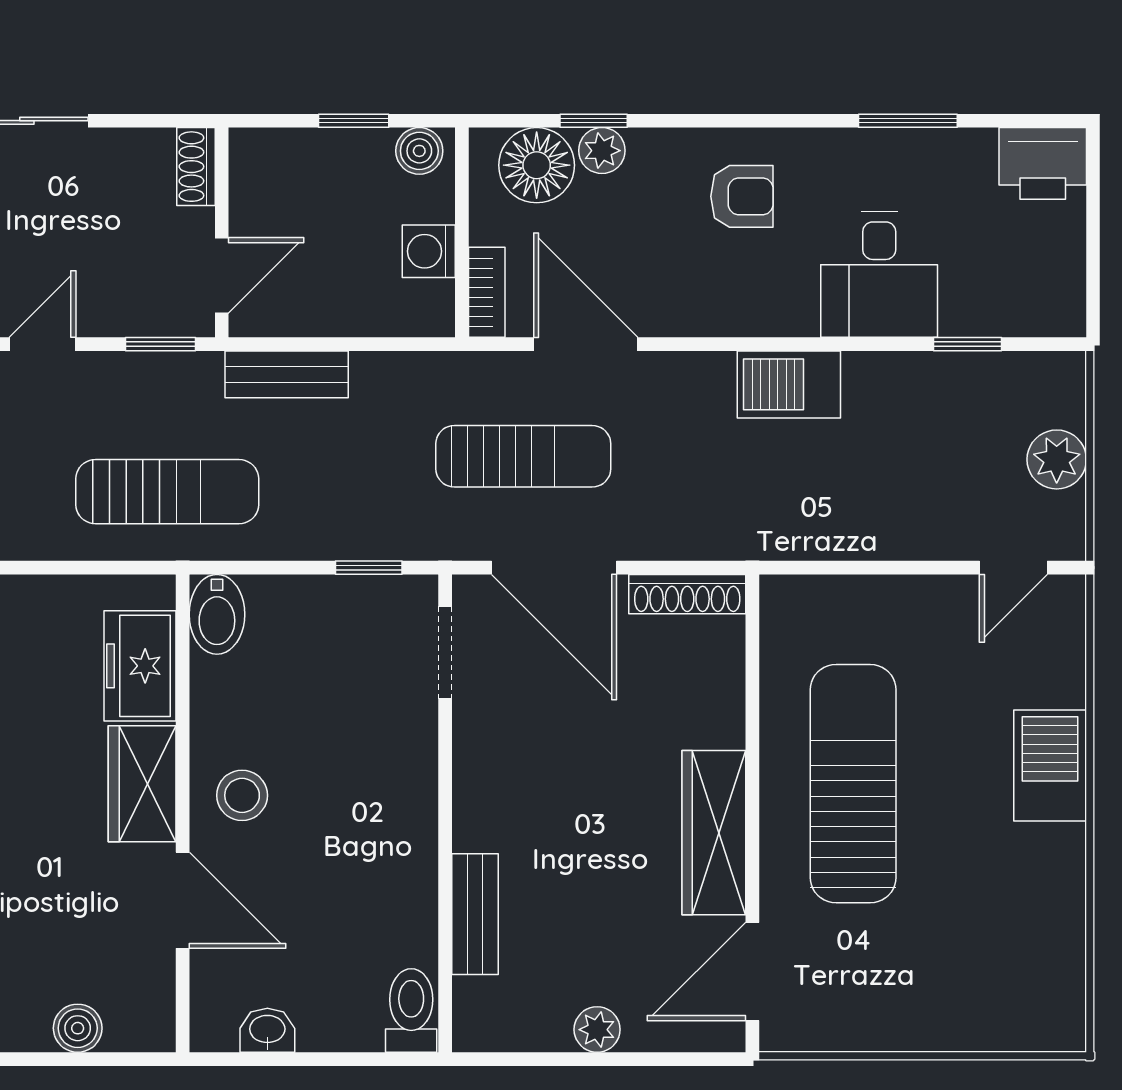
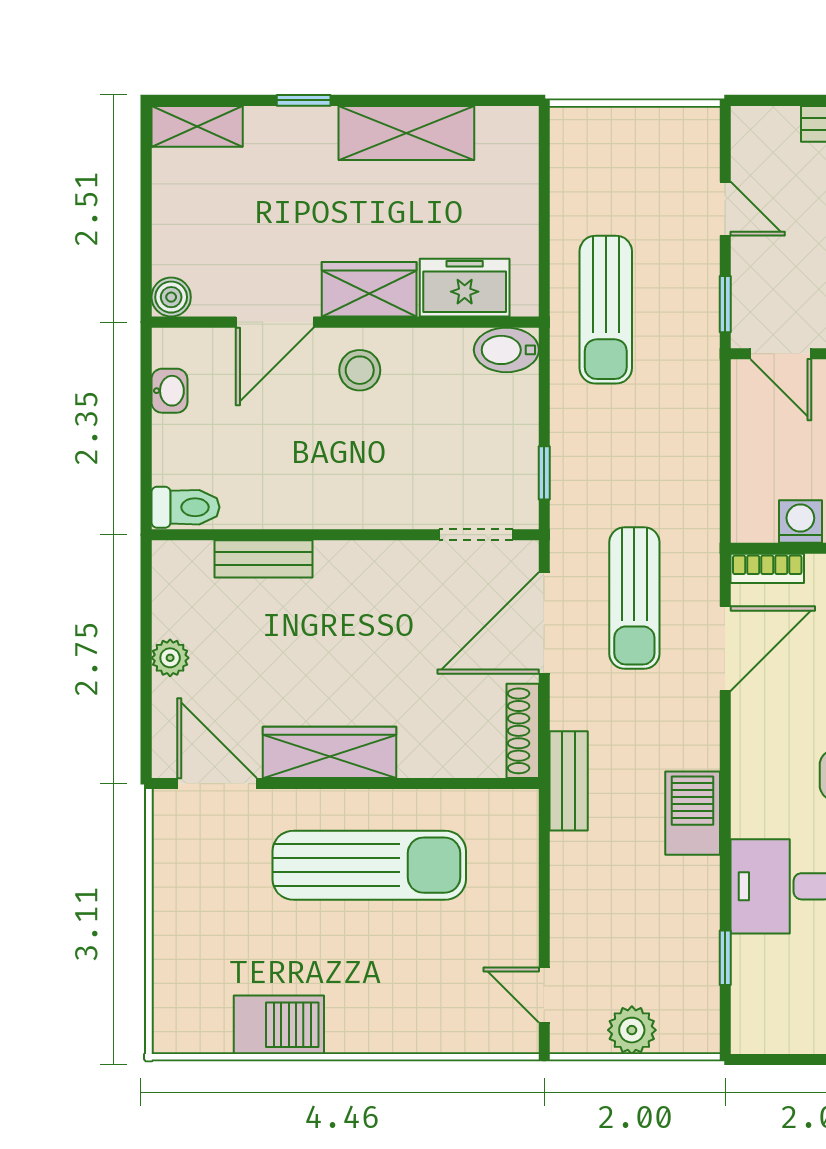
bench: (287, 374) -> (569, 781), moved
barbecue: (1050, 765) -> (279, 1025), moved
boiler: (78, 1028) -> (171, 297), moved

